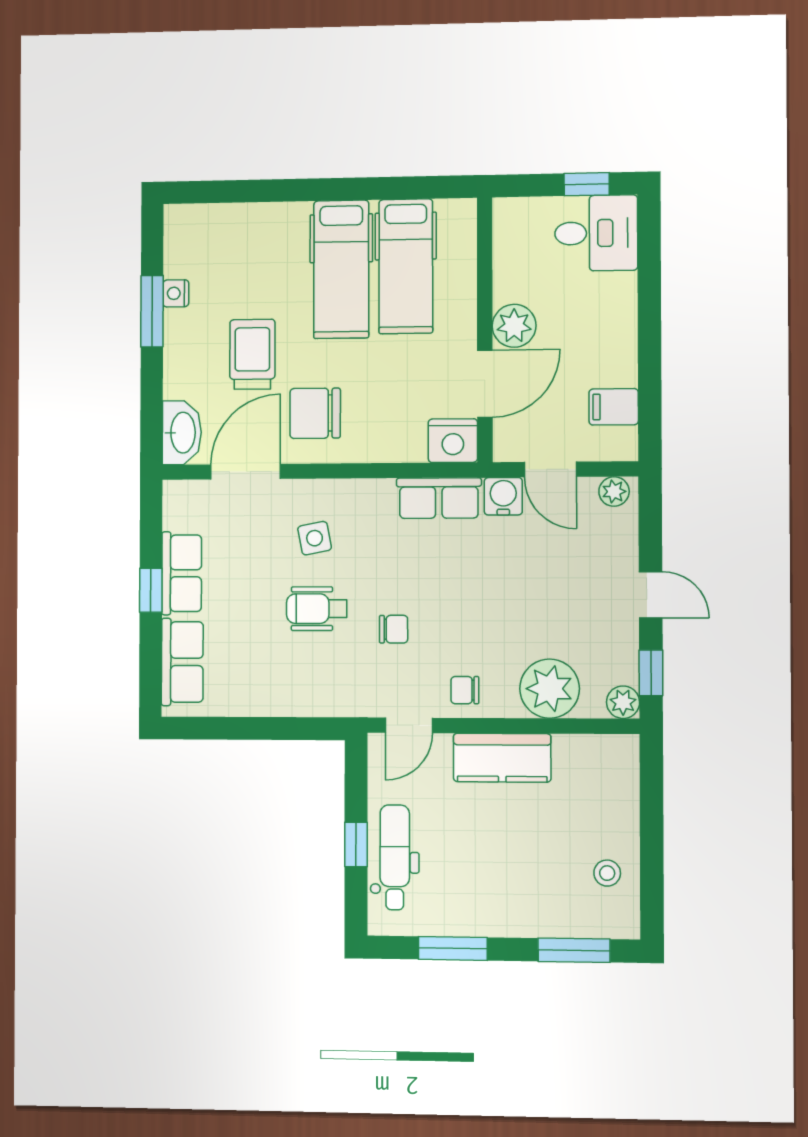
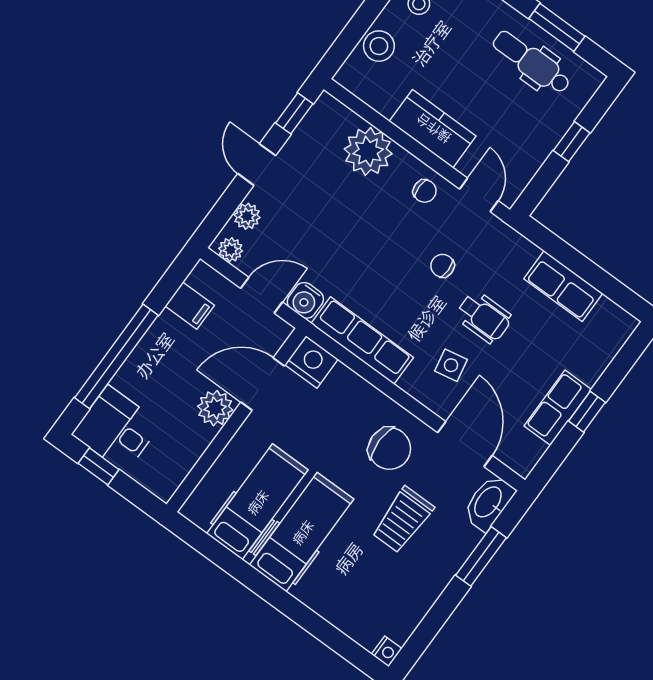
nightstand: (176, 293) -> (387, 651), moved
window: (649, 304) -> (116, 356), added
window: (152, 311) -> (481, 556), moved
door: (550, 469) -> (261, 295), hinge flipped
door: (246, 472) -> (465, 444), swing flipped
row of seats: (439, 498) -> (362, 341), width x1.48
row of seats: (182, 662) -> (563, 286), moved, turned -90
plant: (623, 702) -> (247, 216), moved
door: (409, 725) -> (479, 195), hinge flipped
stool: (616, 802) -> (379, 46), added
dental chair: (395, 857) -> (532, 62), moved, turned 90

